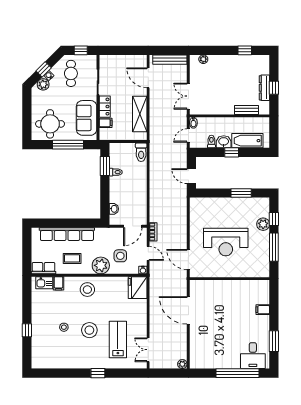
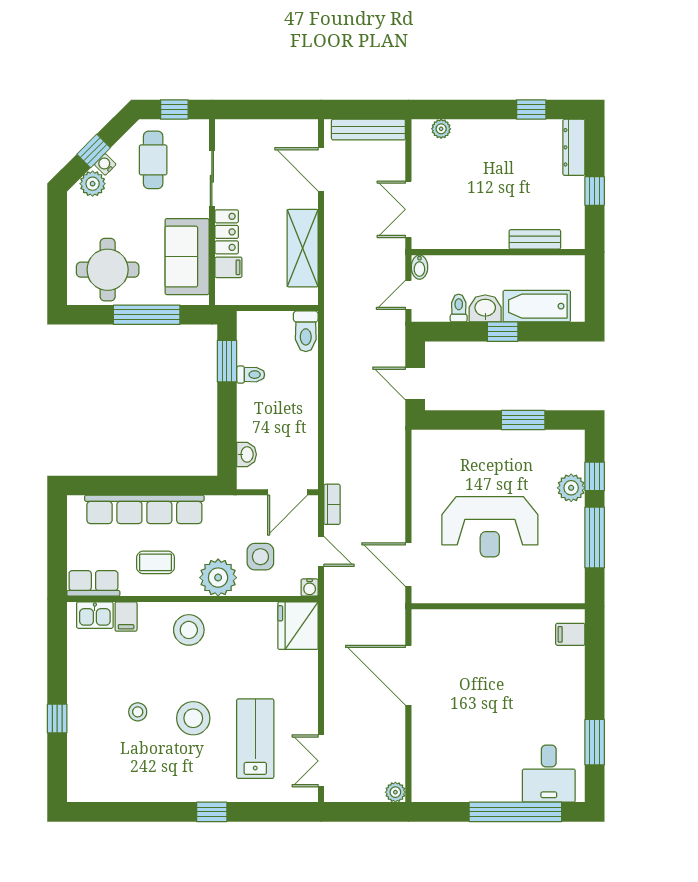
dresser: (264, 88) -> (574, 147), moved
filing cabinet: (263, 310) -> (570, 634), moved

